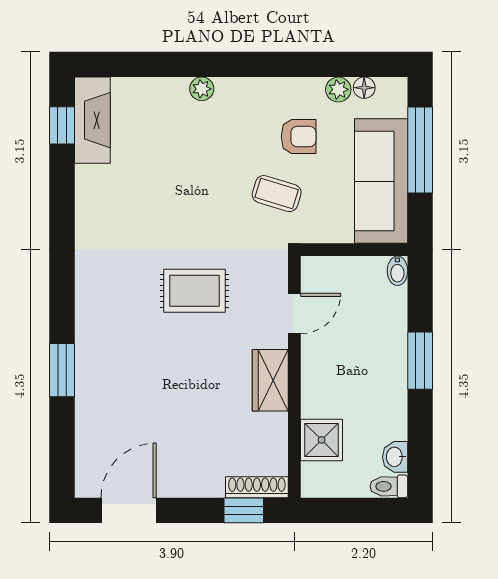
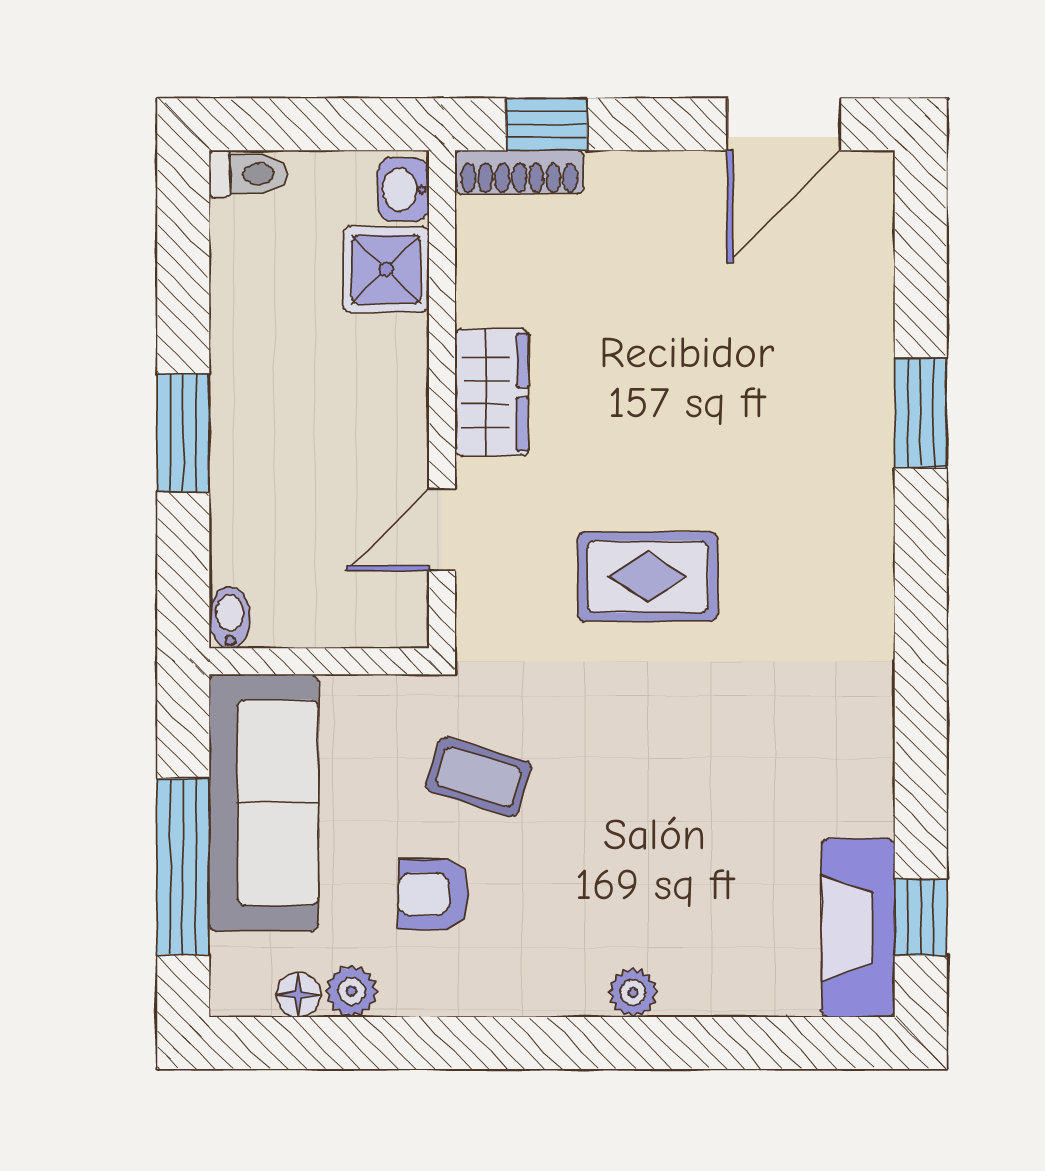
washbasin: (395, 457) -> (403, 190), moved, turned 180

